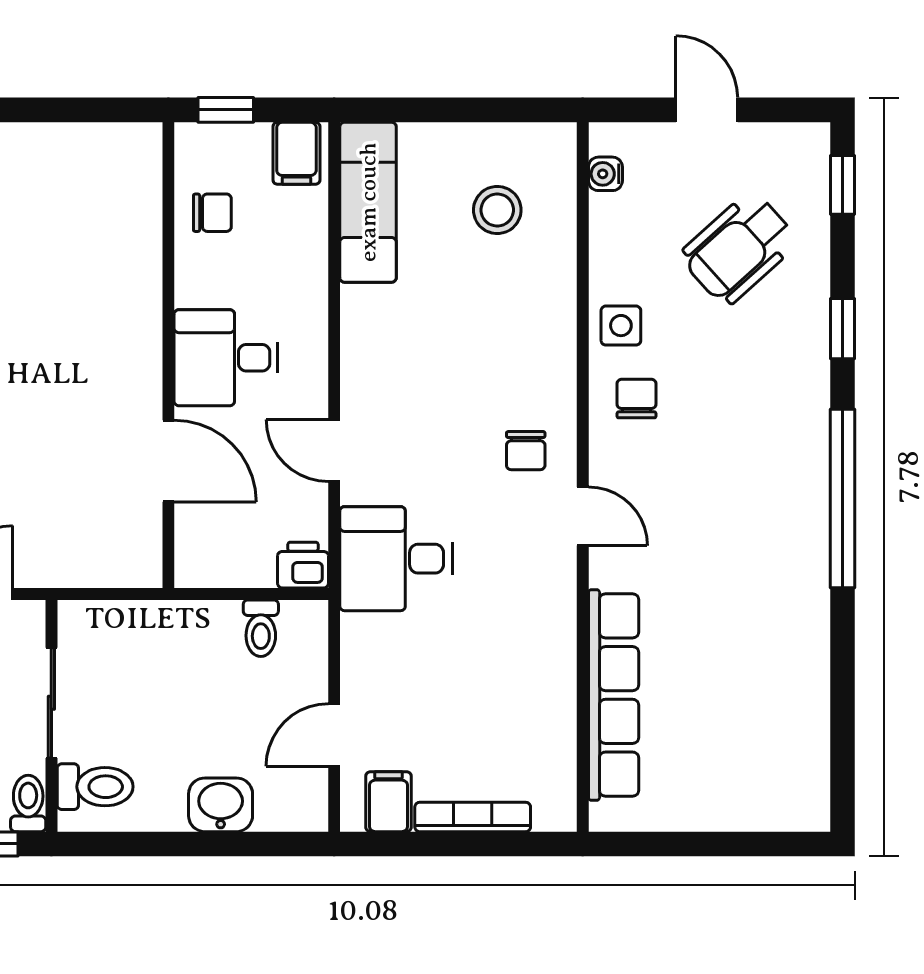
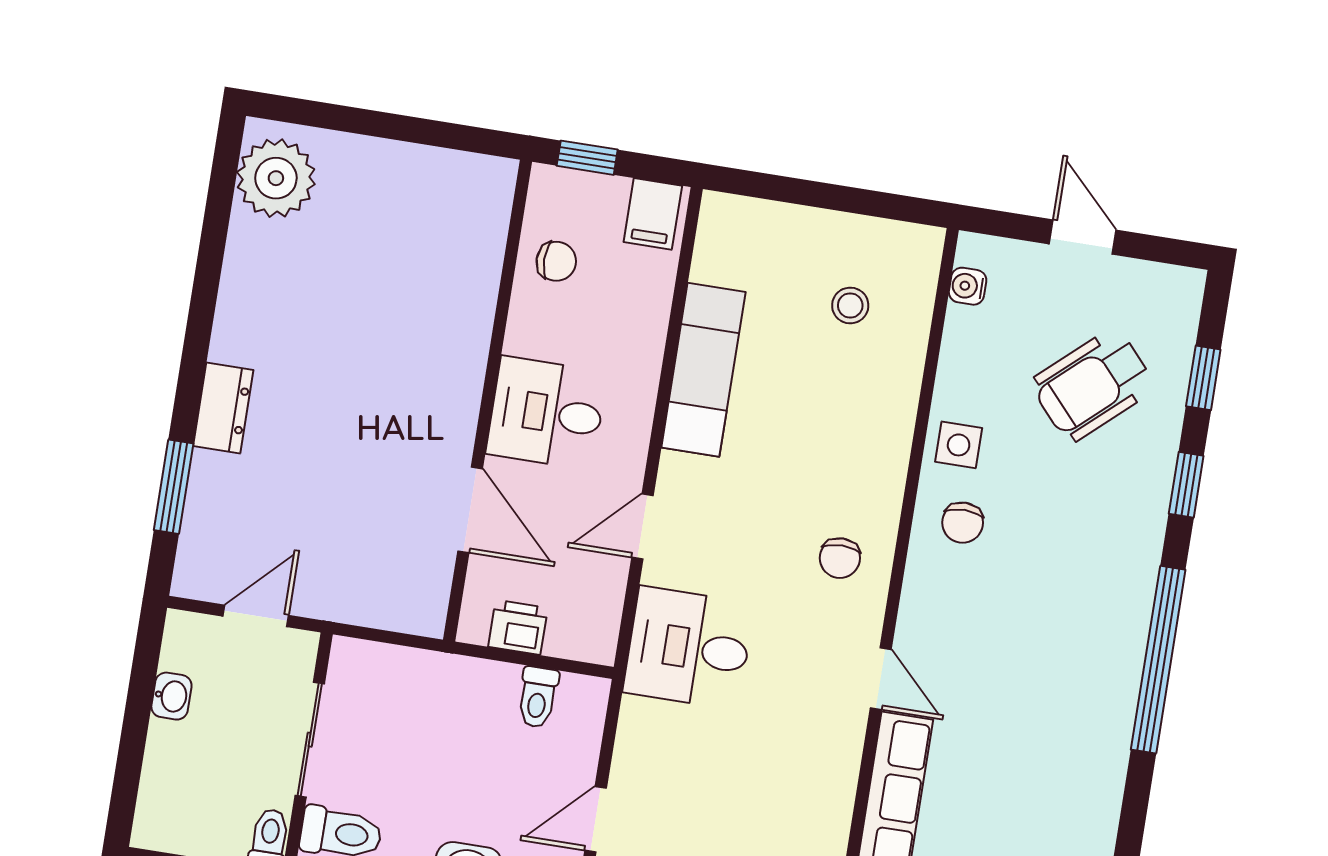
window: (842, 185) -> (1203, 378), moved
exam couch: (368, 202) -> (703, 370), moved
stool: (497, 210) -> (850, 305), width x0.73, depth x0.73
chair: (637, 399) -> (963, 523), turned 180
door: (334, 451) -> (642, 526), hinge flipped
door: (583, 516) -> (881, 679), moved
printer: (303, 565) -> (518, 627), moved

